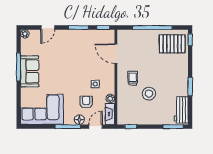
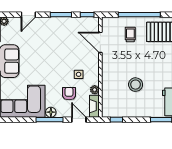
trolley: (133, 78) -> (130, 35), moved
floor lamp: (79, 120) -> (51, 112), moved
door: (96, 127) -> (79, 120), hinge flipped

